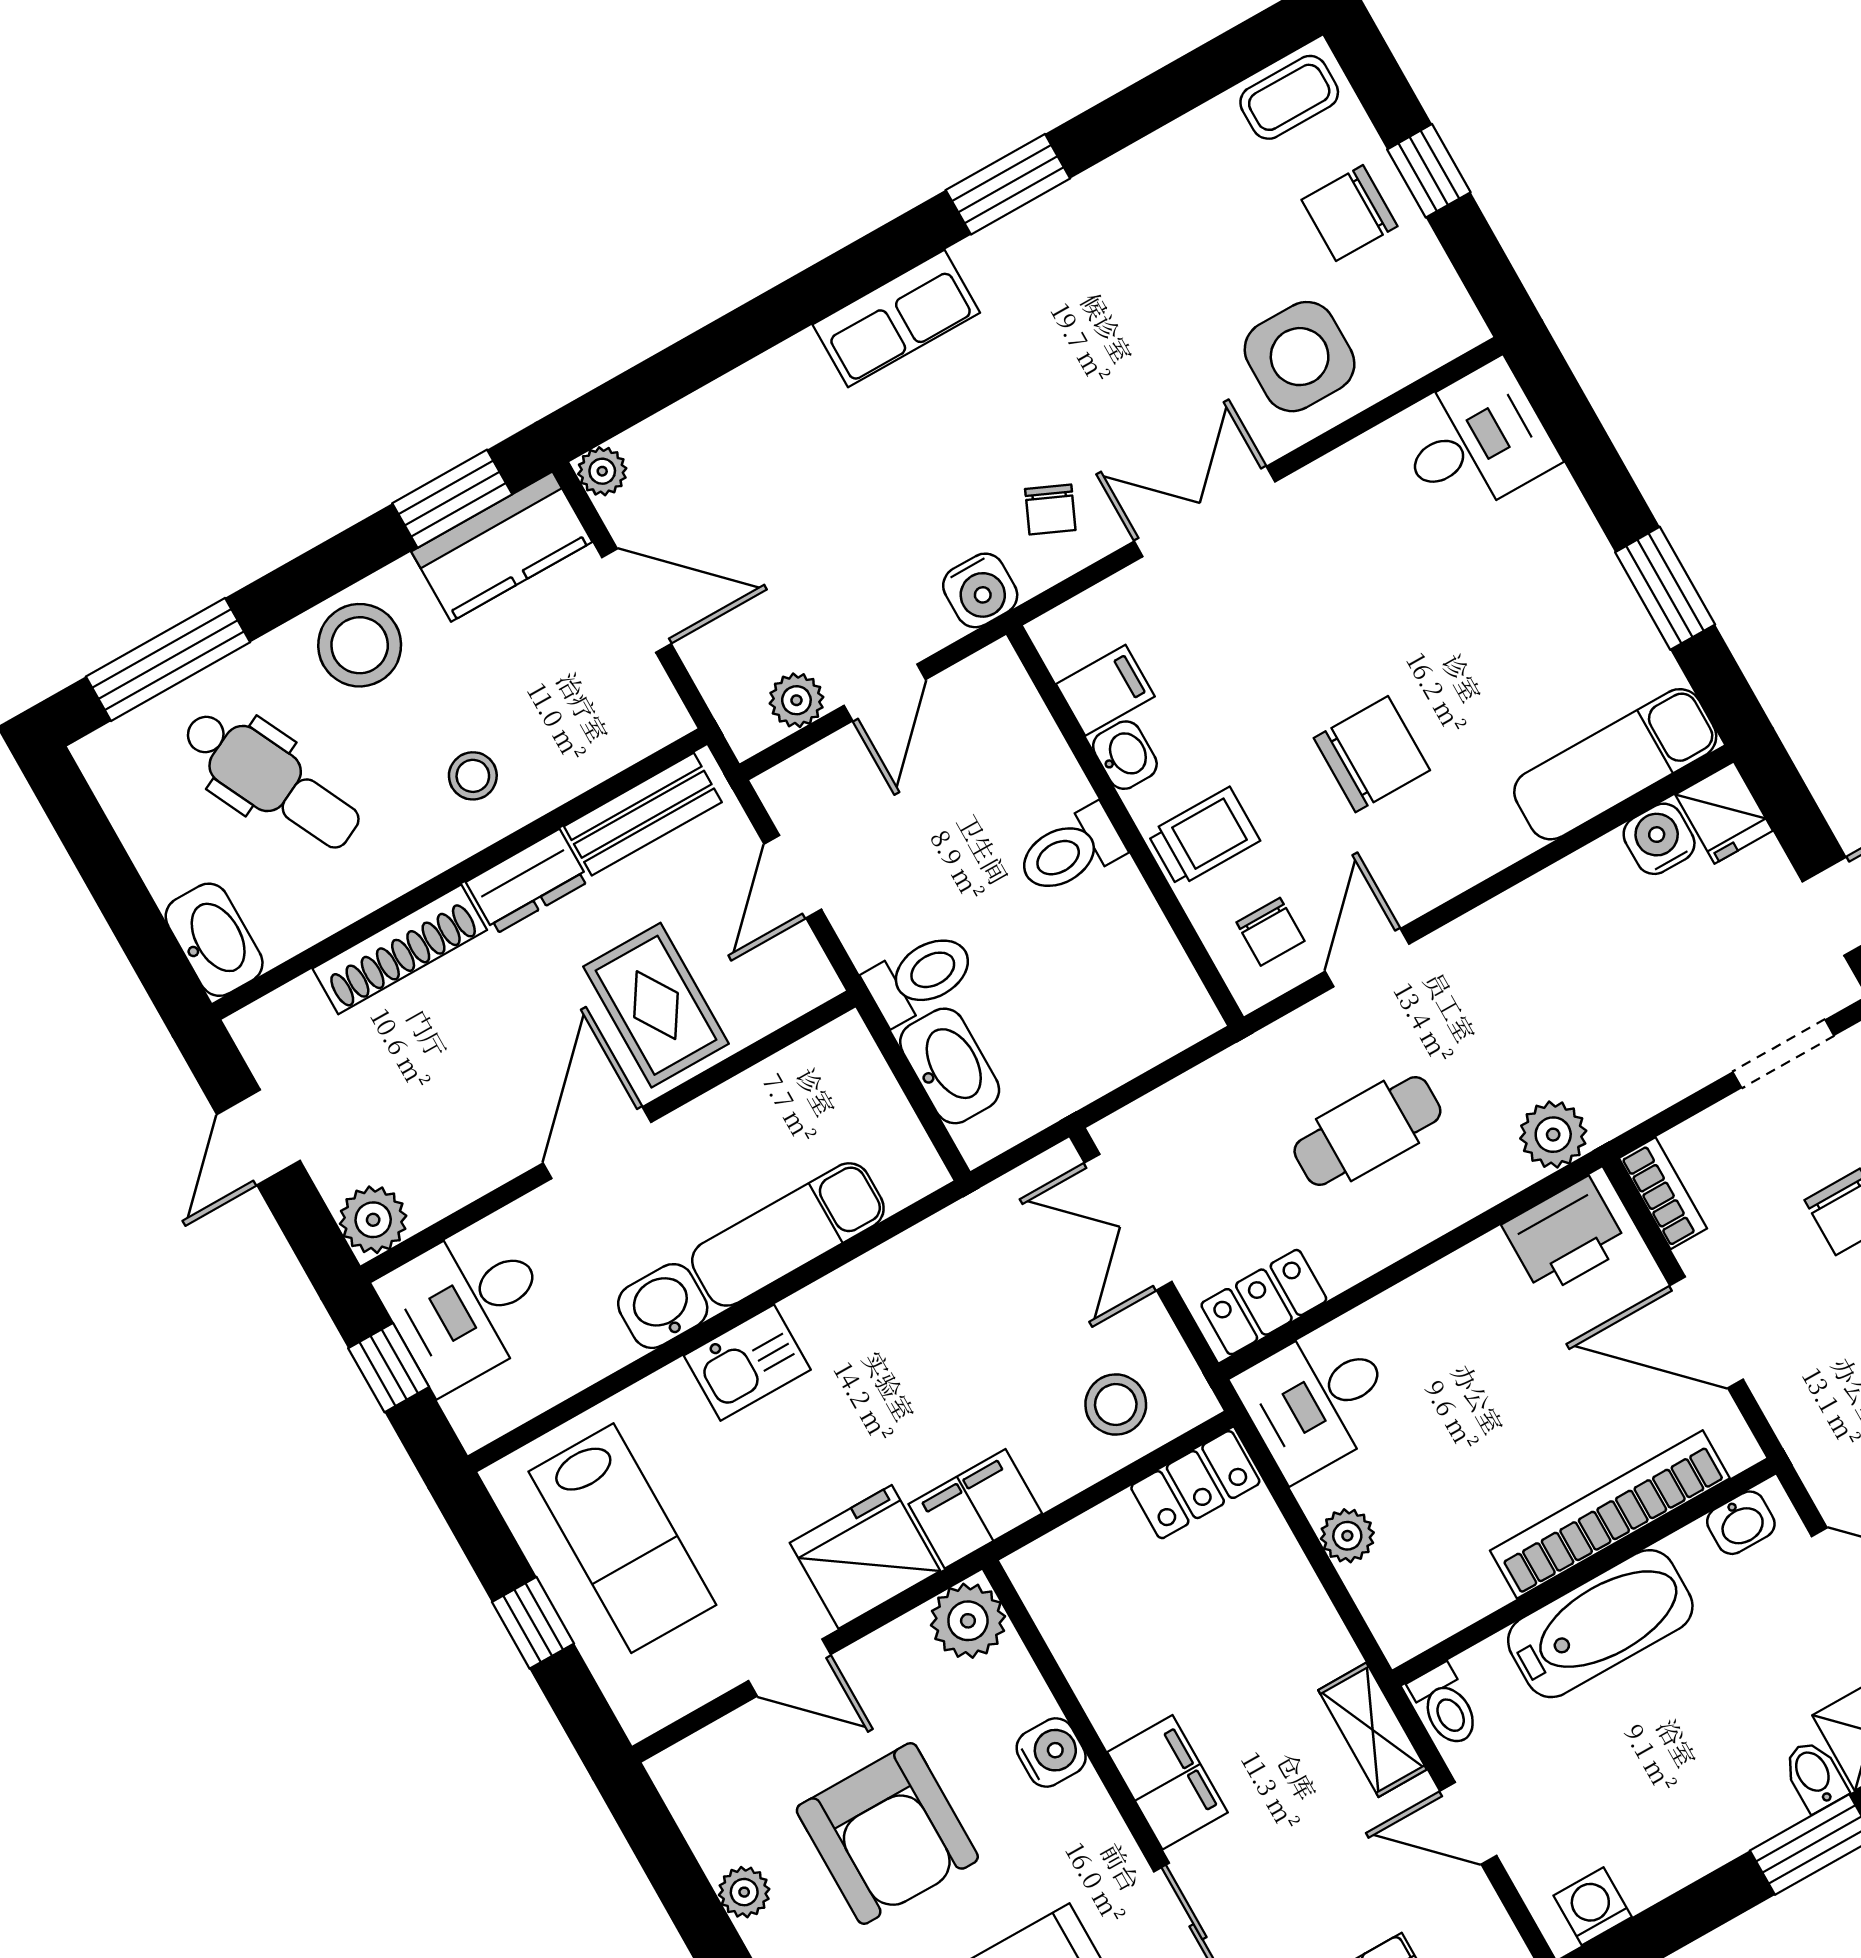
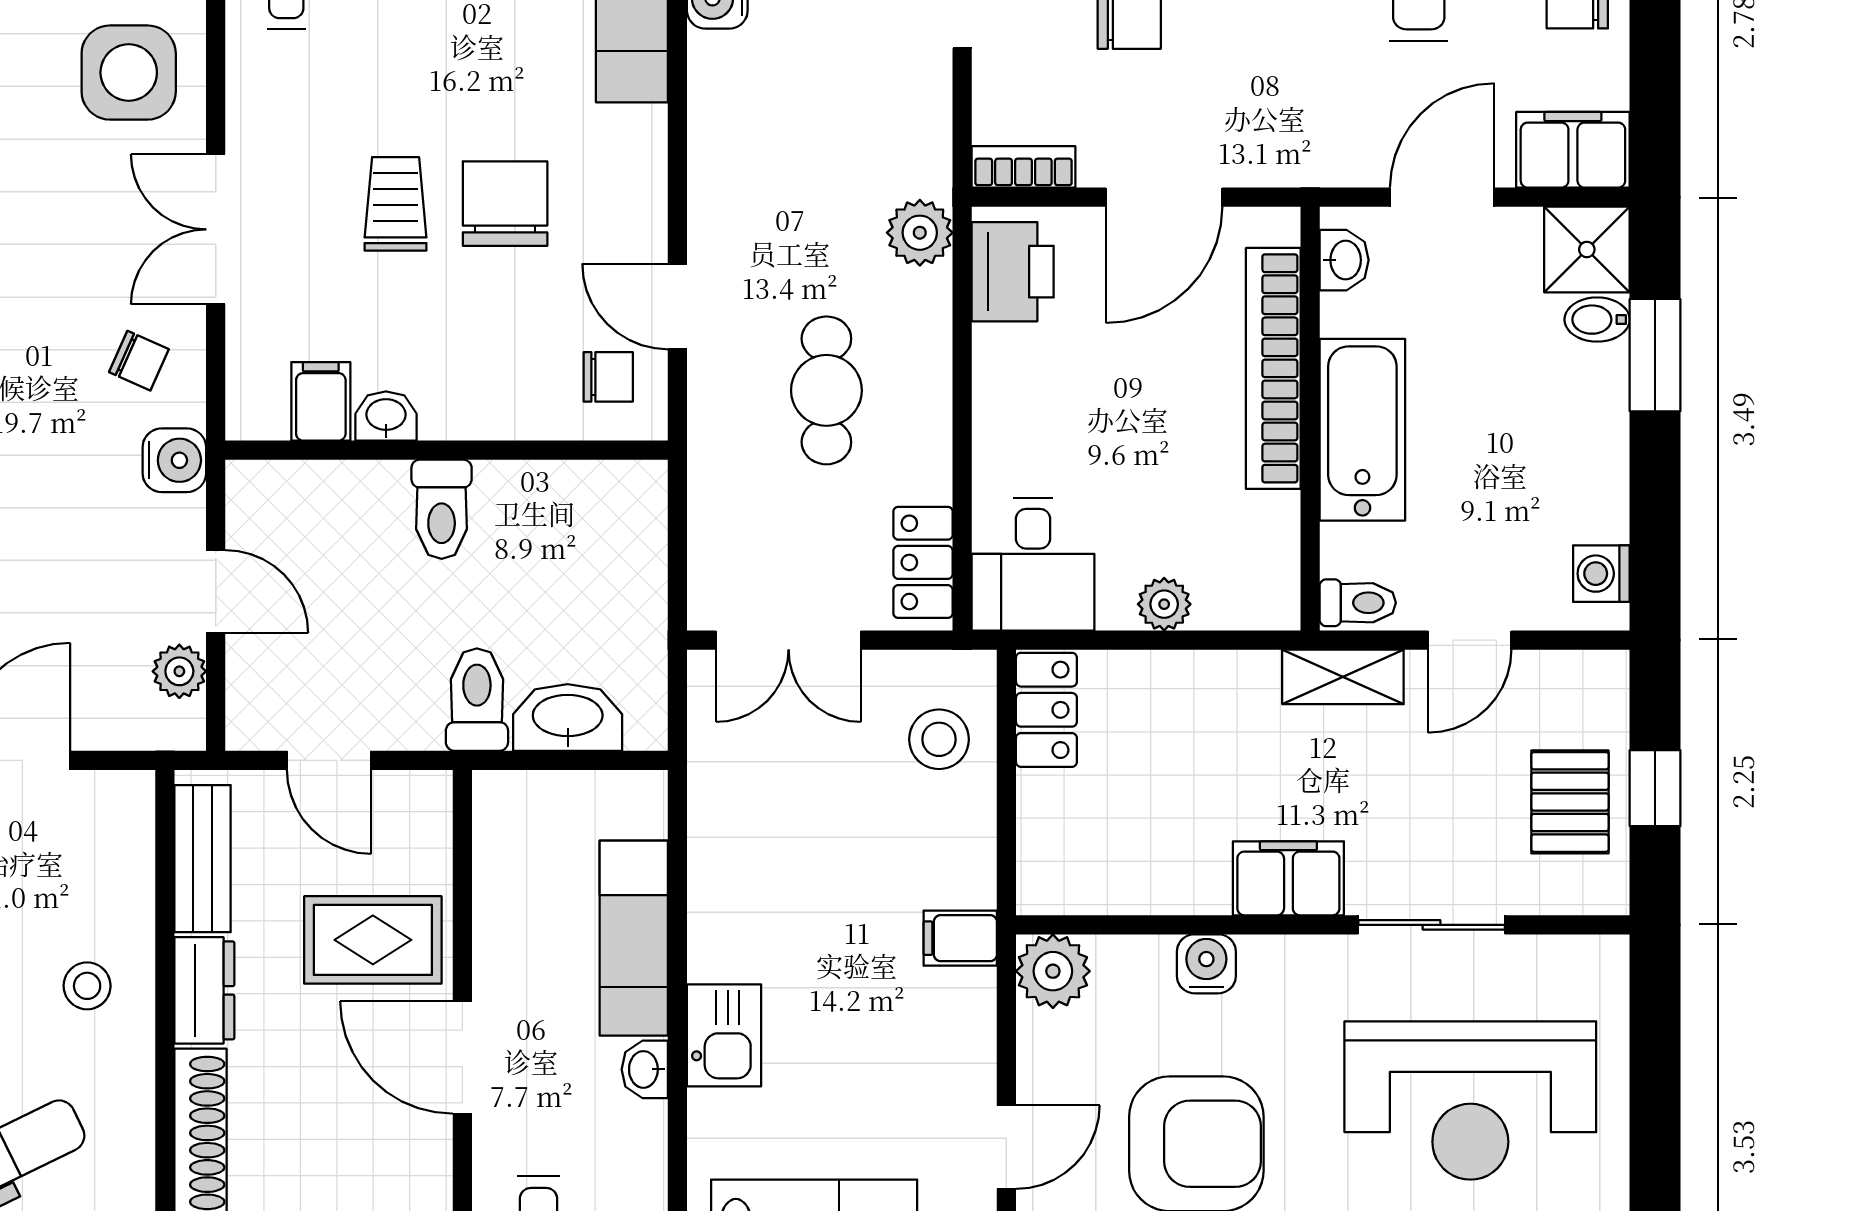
trolley: (1204, 837) -> (396, 204), moved
washbasin: (663, 1306) -> (645, 1069), width x0.72, depth x0.69
filing cabinet: (975, 1509) -> (960, 938), width x0.50
fridge: (865, 1557) -> (948, 1028), removed

